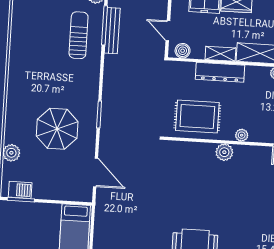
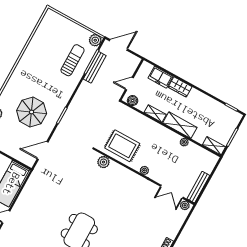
door: (168, 31) -> (129, 84), hinge flipped
dresser: (220, 72) -> (149, 125), removed
plant: (224, 152) -> (103, 162), moved
door: (95, 172) -> (43, 150), swing flipped

